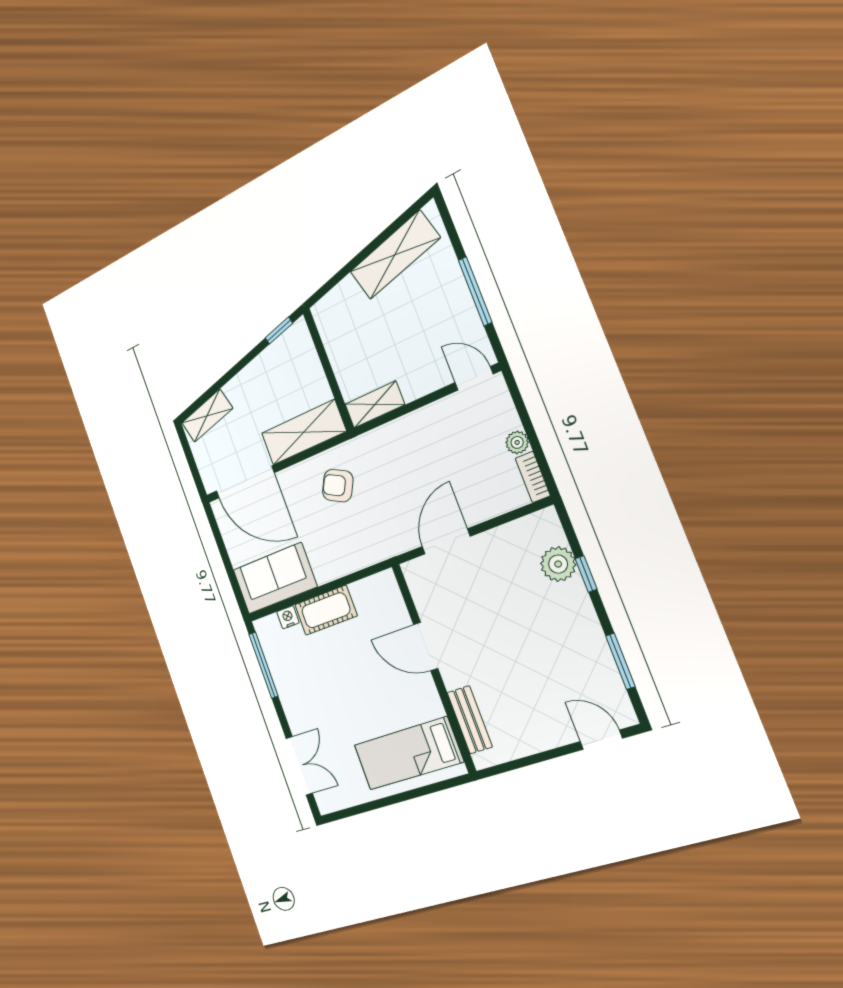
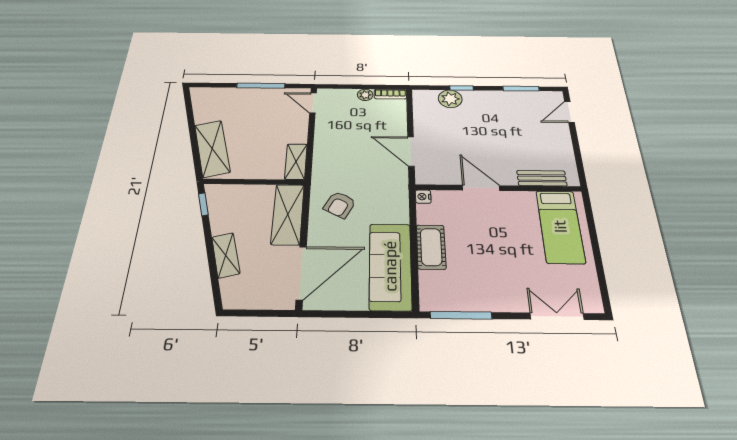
shelving: (395, 255) -> (212, 148), moved
door: (474, 378) -> (313, 103), hinge flipped
shelving: (207, 416) -> (226, 255), moved
sofa: (275, 578) -> (390, 266), width x1.36
nightstand: (288, 617) -> (423, 197), moved
door: (426, 647) -> (481, 188), swing flipped

